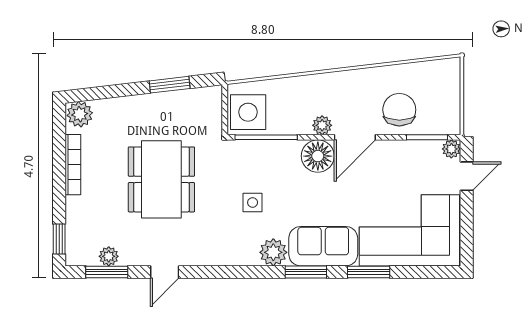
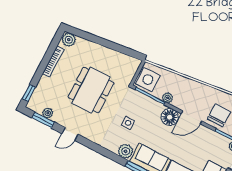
window: (170, 85) -> (118, 48), removed
plant: (322, 125) -> (168, 98), moved

